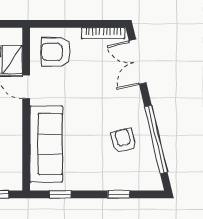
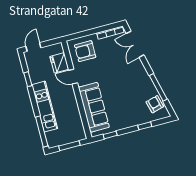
window: (156, 139) -> (158, 87), width x0.68
armchair: (123, 140) -> (155, 104), moved

